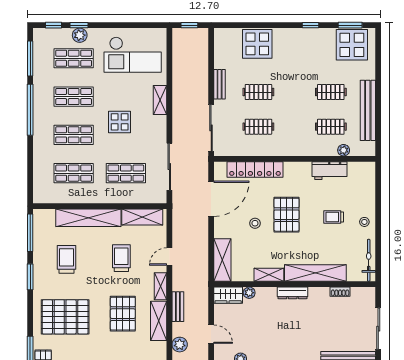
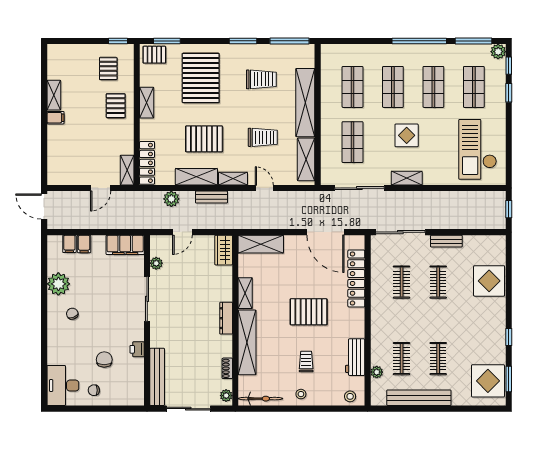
plant: (80, 35) -> (498, 52), moved
shelving: (160, 100) -> (407, 178), moved
stool: (255, 223) -> (350, 396), moved
plant: (249, 293) -> (226, 396), moved

